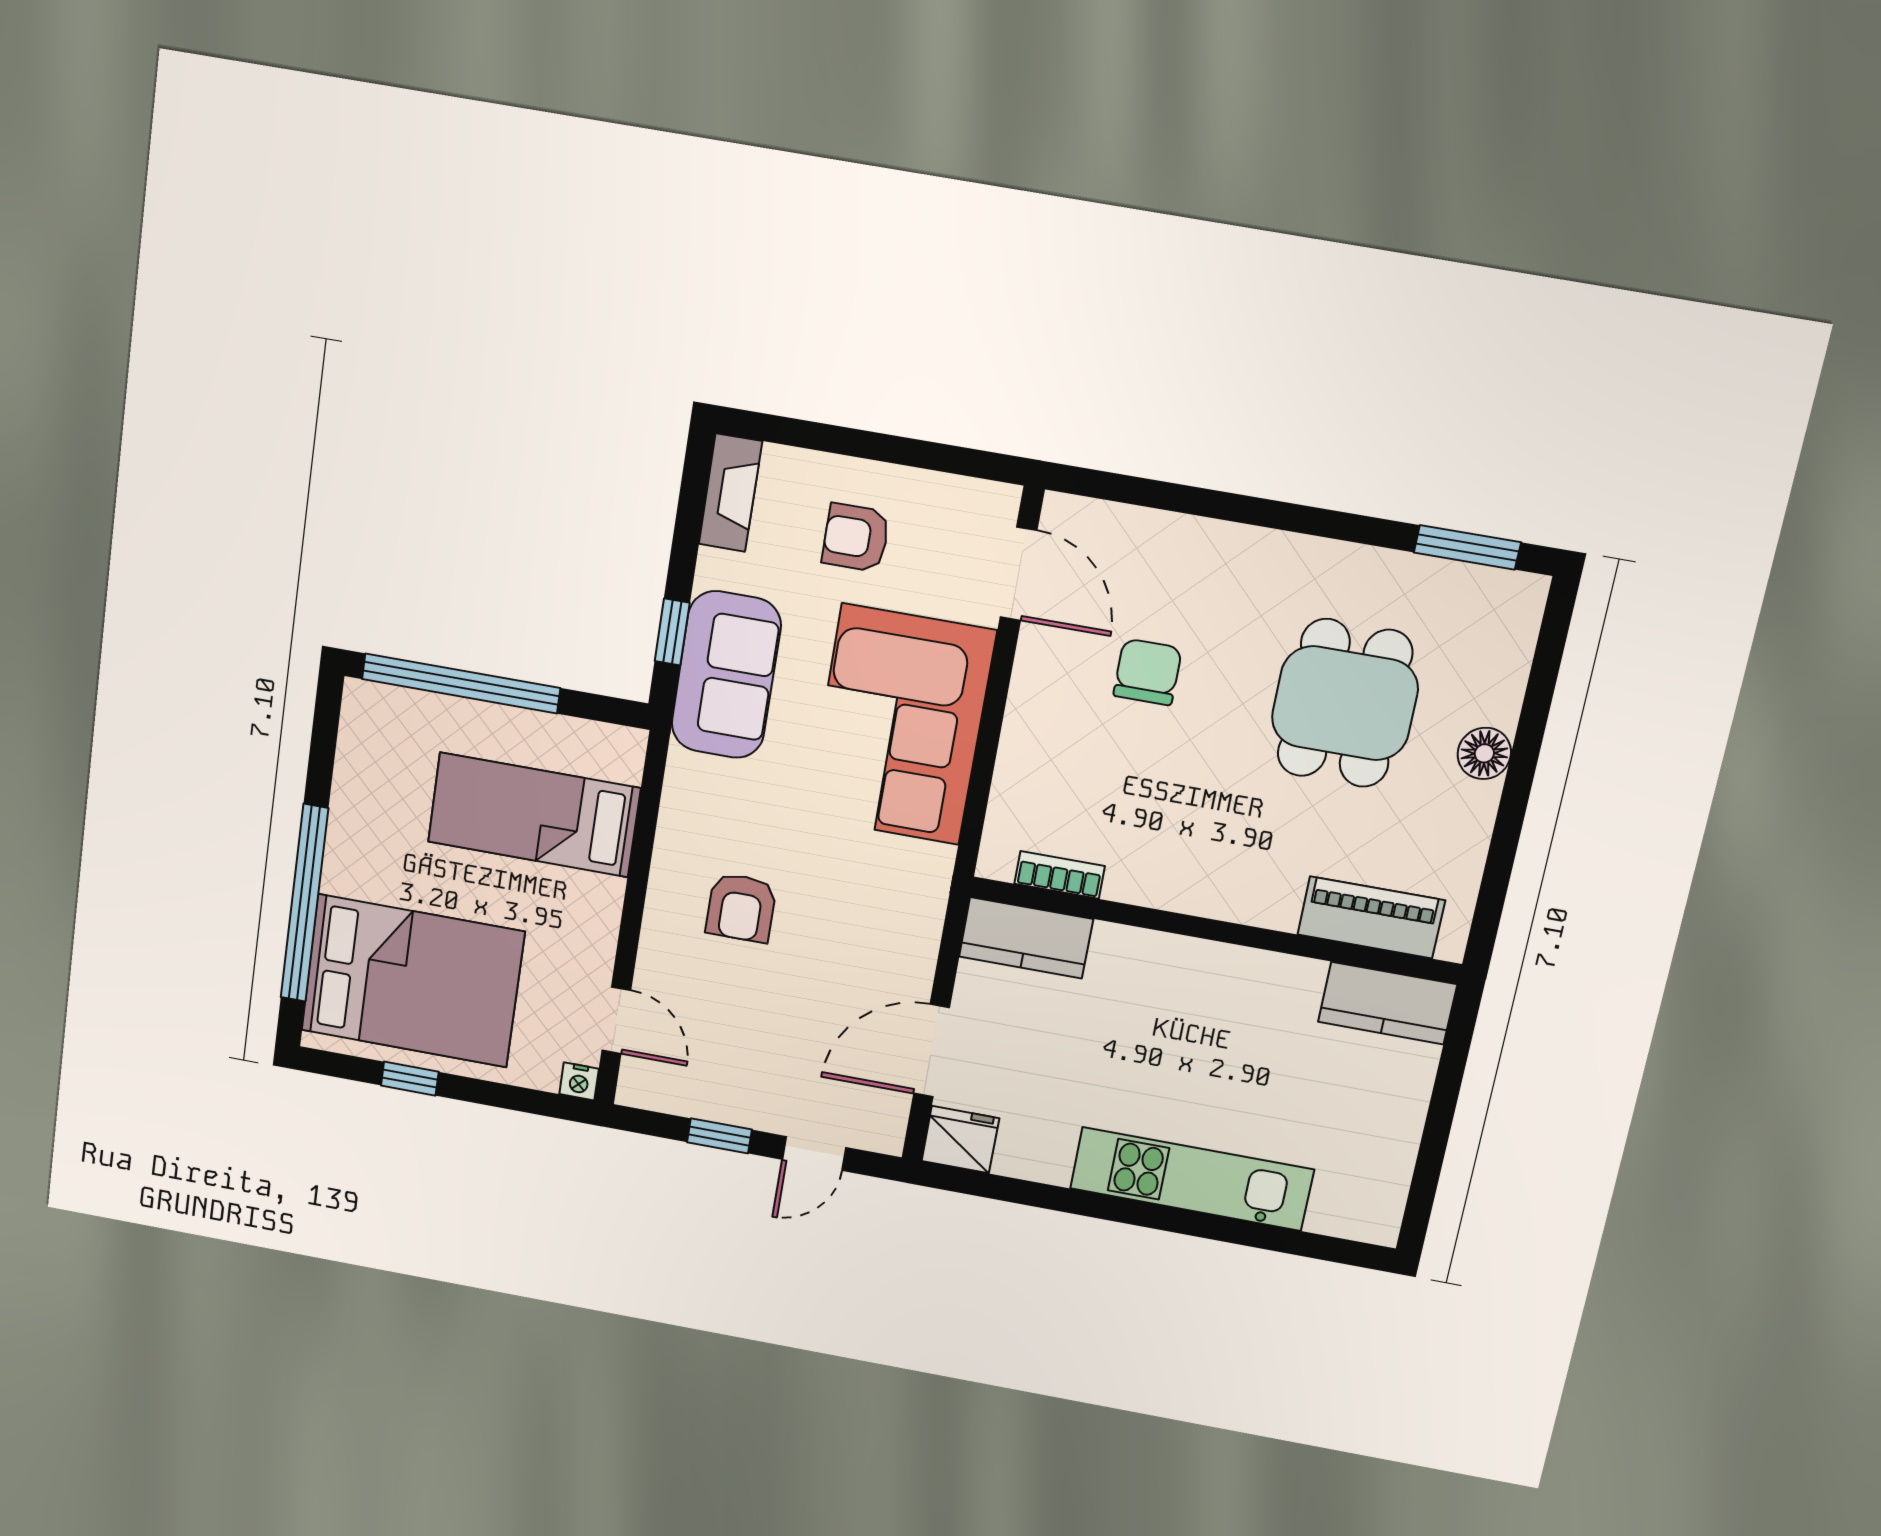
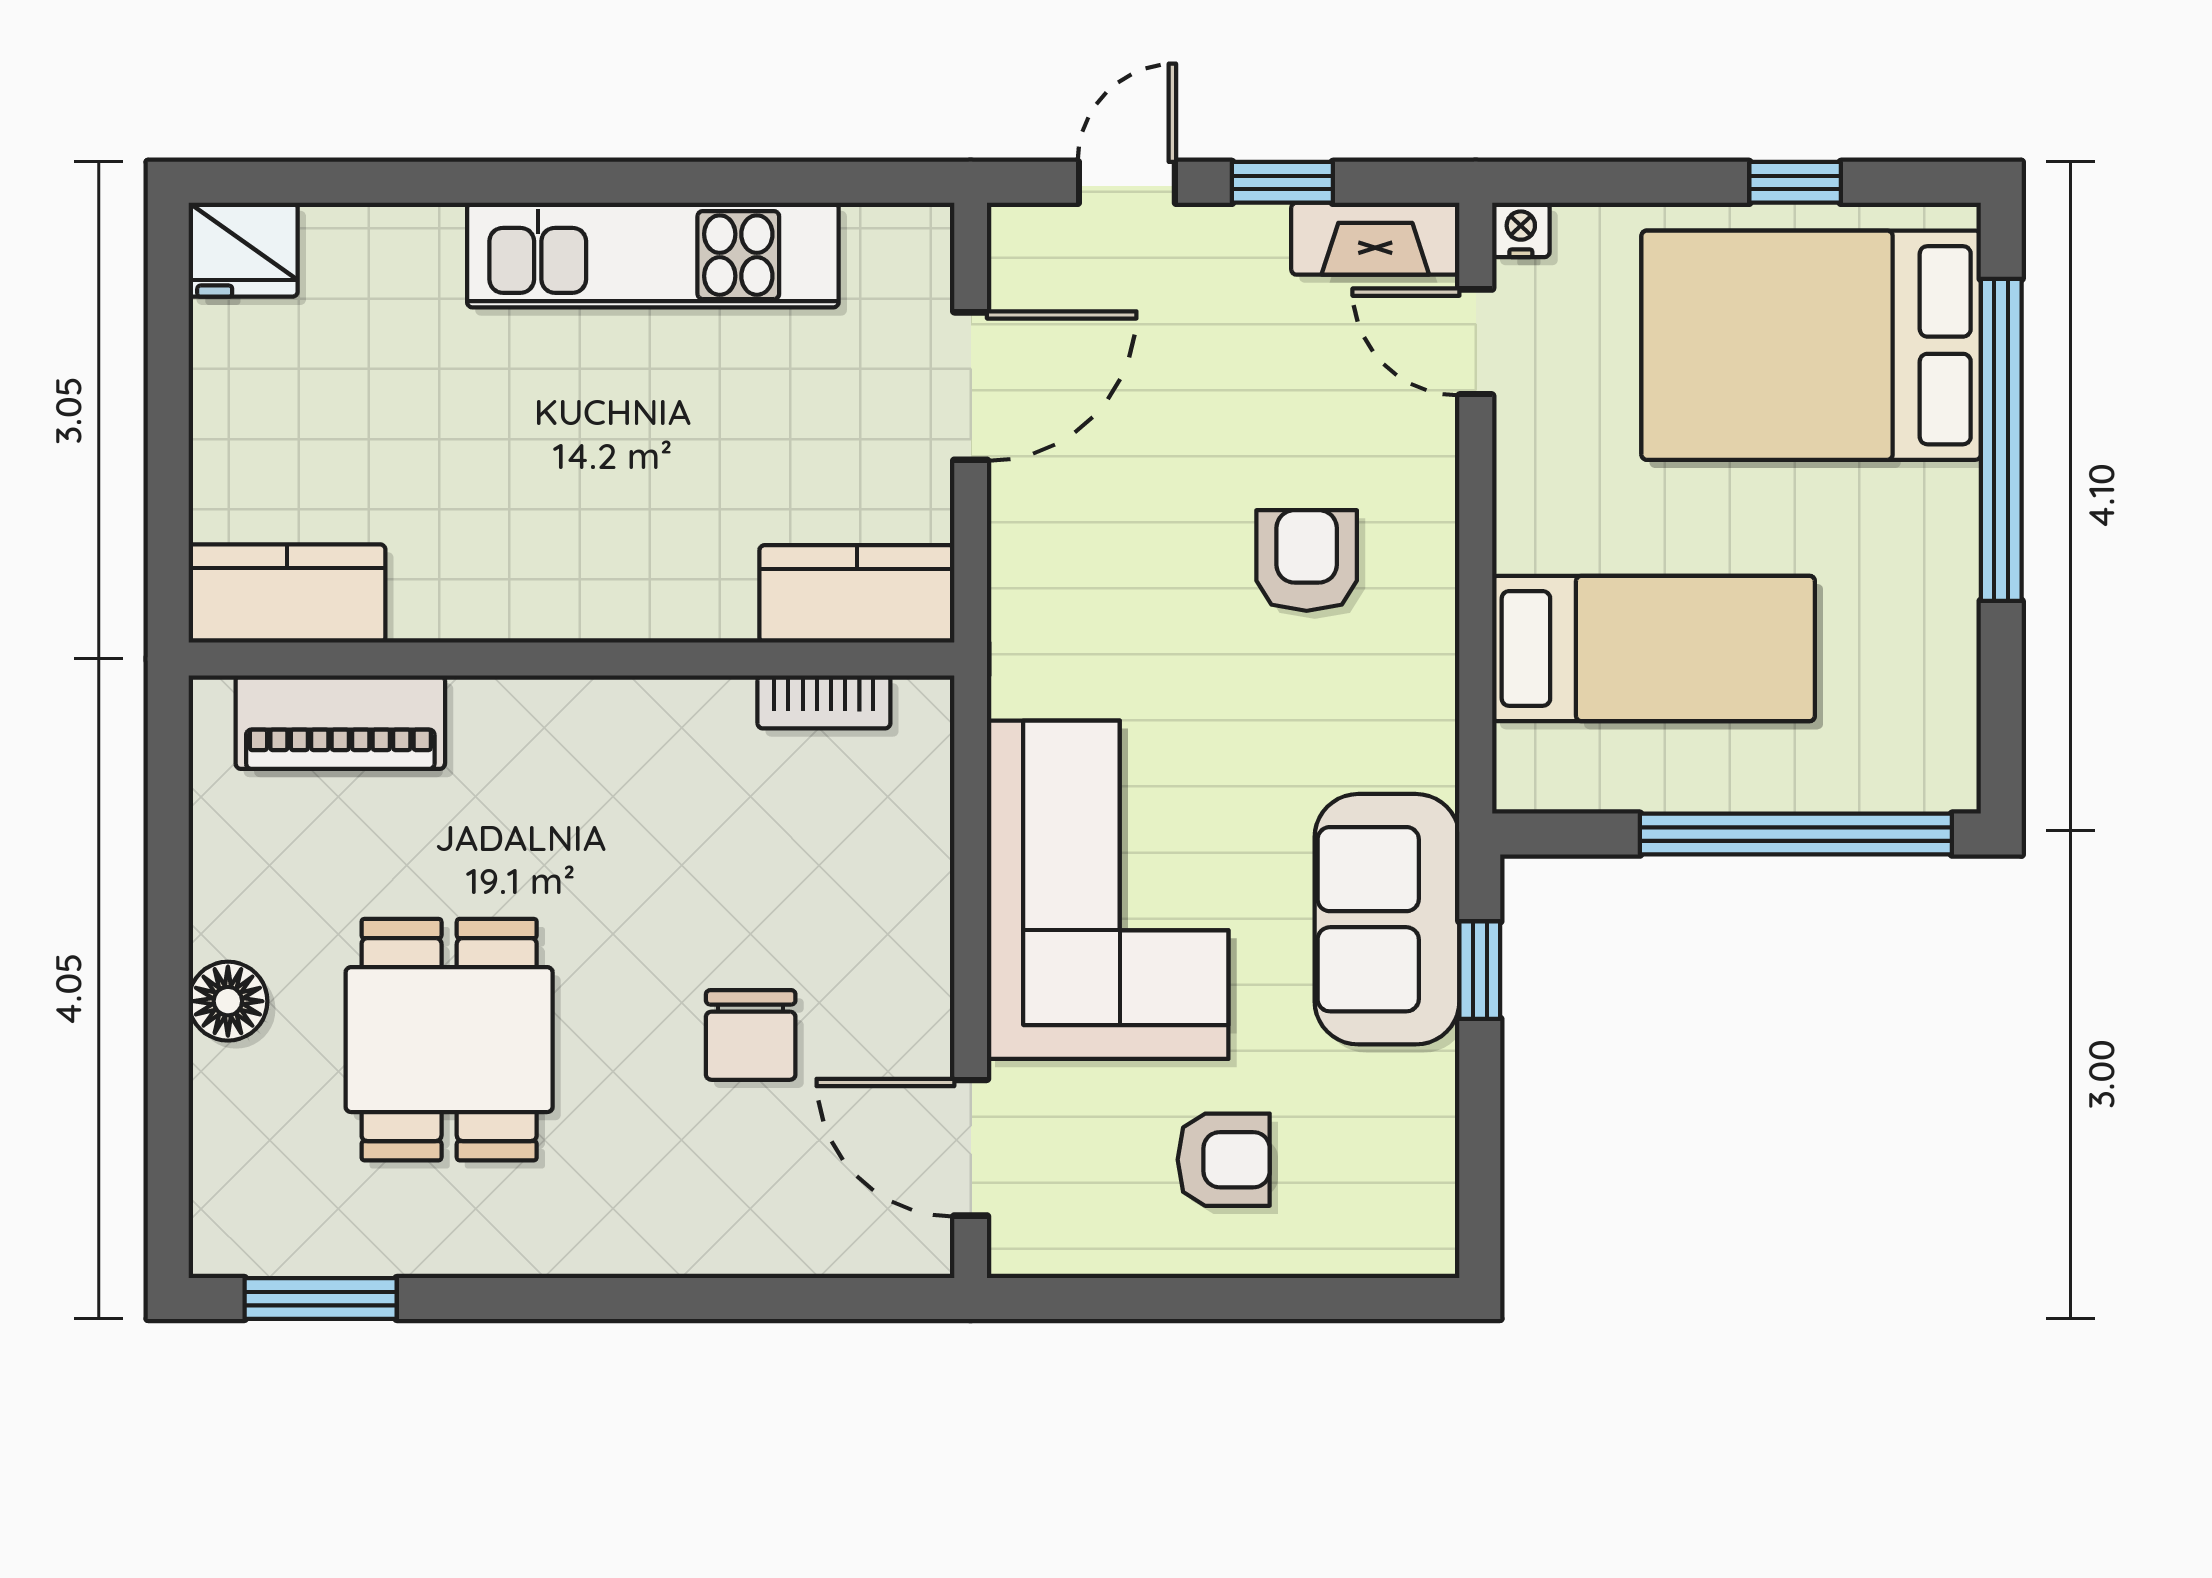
fireplace: (730, 493) -> (1375, 239), moved, turned -90
fridge: (960, 1140) -> (243, 250), moved
kitchen unit: (1192, 1179) -> (653, 255), moved

